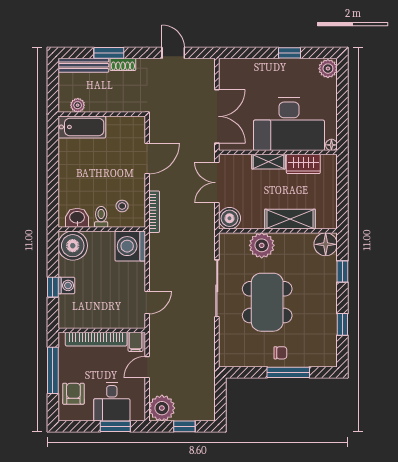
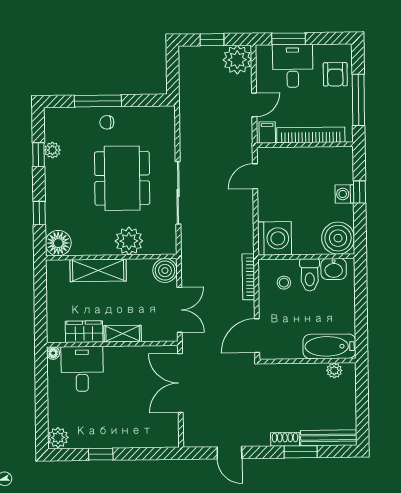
plant: (78, 105) -> (334, 370), moved
wall: (102, 114) -> (308, 361), moved
desk: (289, 124) -> (82, 369), width x0.53, depth x0.77
bathtub: (82, 127) -> (329, 346), moved
toilet: (101, 217) -> (310, 275), width x1.37, depth x1.39
plant: (330, 328) -> (52, 150), added

